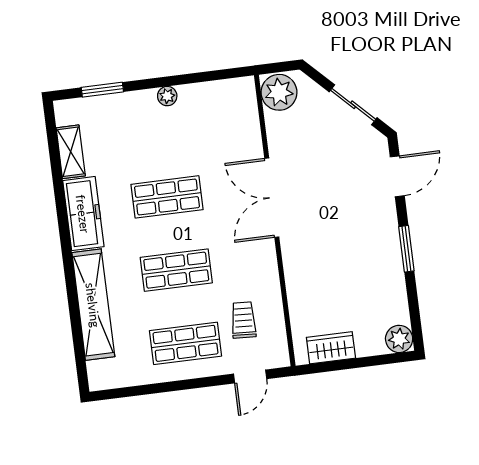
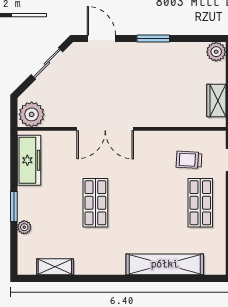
window: (102, 90) -> (14, 207), moved
plant: (167, 96) -> (24, 227), moved
freezer: (83, 214) -> (29, 160), moved, turned 90
shop shelf: (176, 270) -> (148, 203), removed

